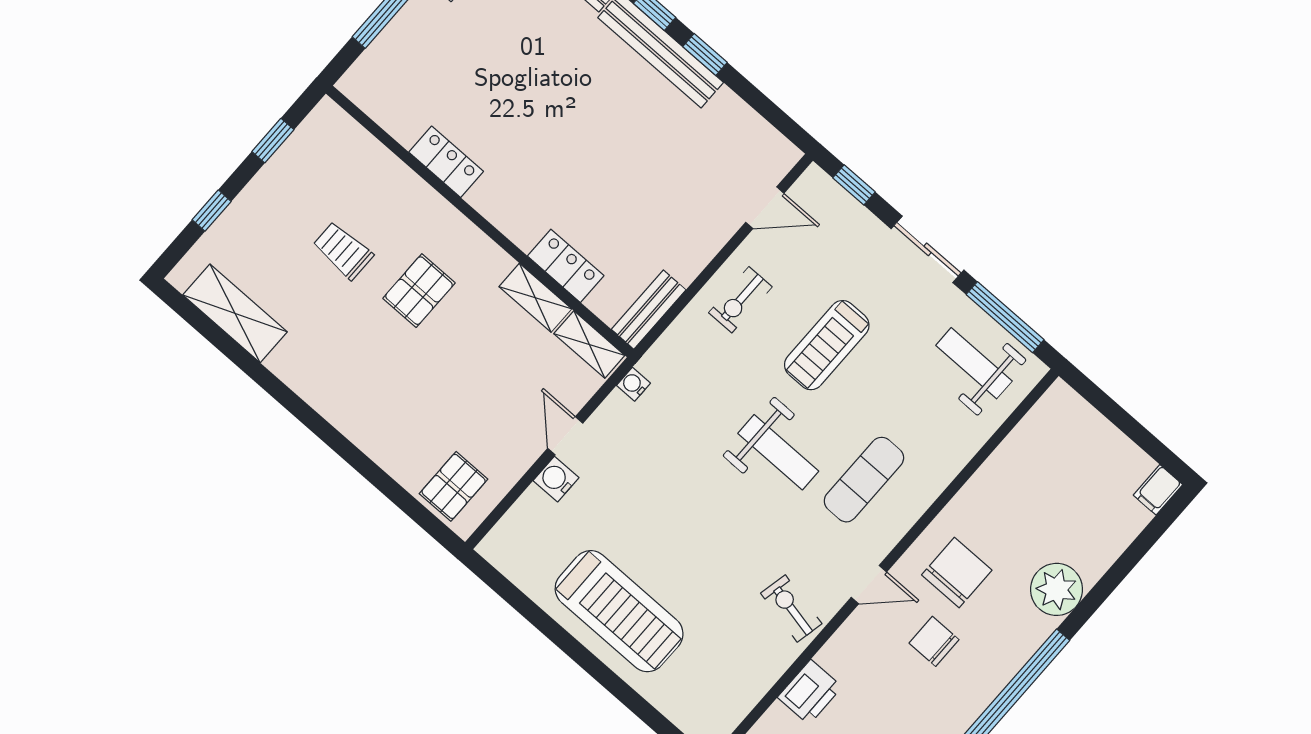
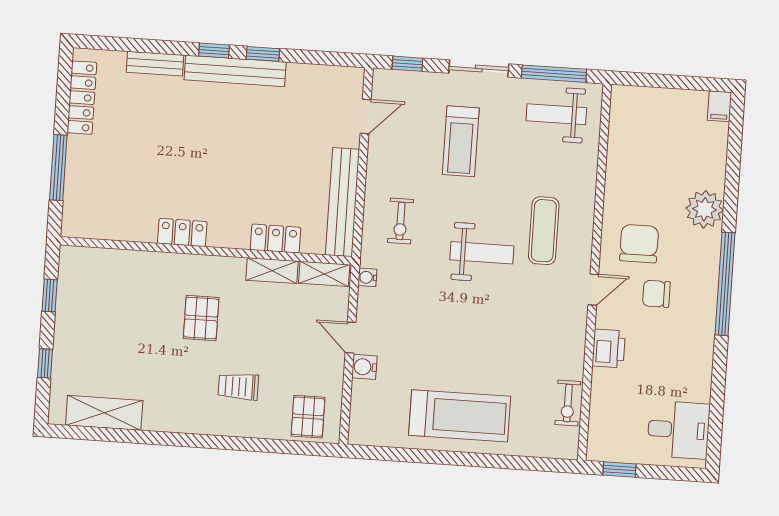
locker: (446, 162) -> (182, 233), moved
trolley: (343, 251) -> (238, 387), moved
exercise bike: (740, 300) -> (401, 221), moved
bench: (649, 310) -> (343, 202), width x1.86, depth x1.21
treadmill: (827, 345) -> (461, 141), moved
exercise bike: (791, 608) -> (568, 403), moved, turned -102
printer: (810, 692) -> (609, 348), moved

